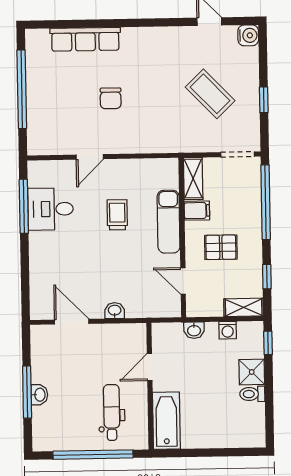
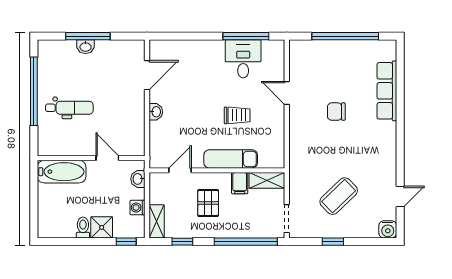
door: (150, 367) -> (107, 158), moved
wall: (150, 386) -> (91, 158), moved
bathtub: (166, 421) -> (62, 172), moved

